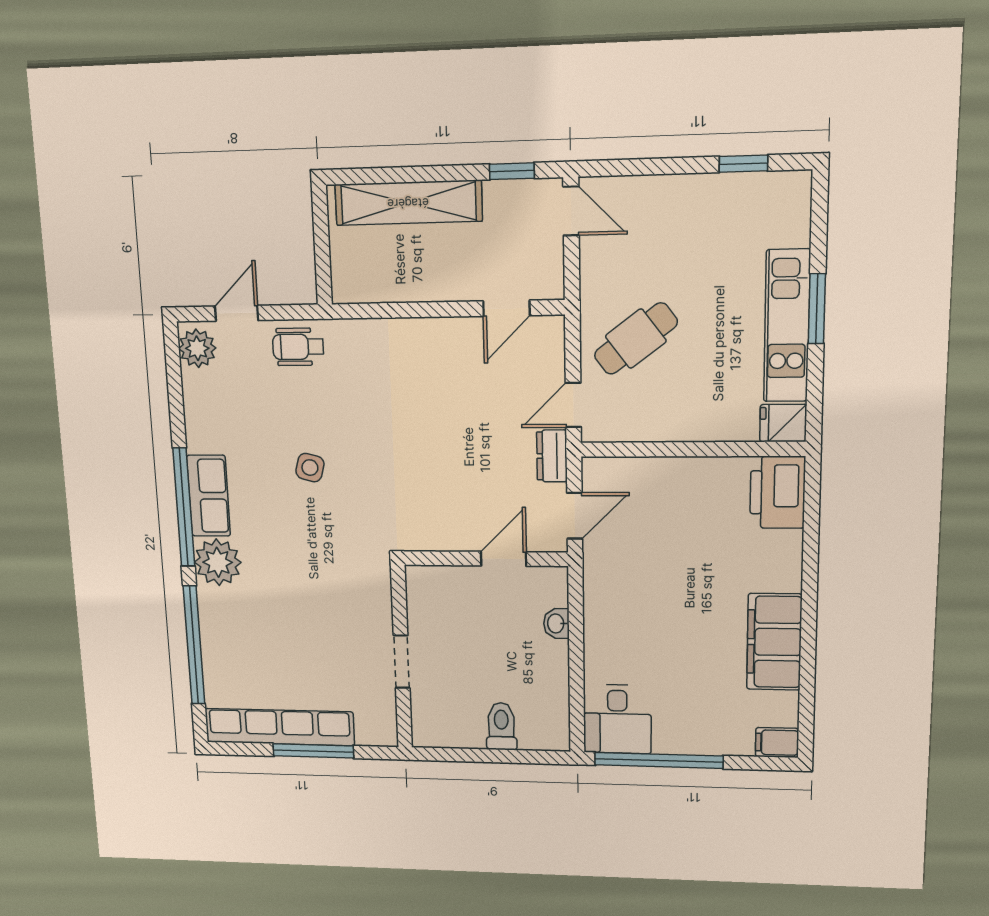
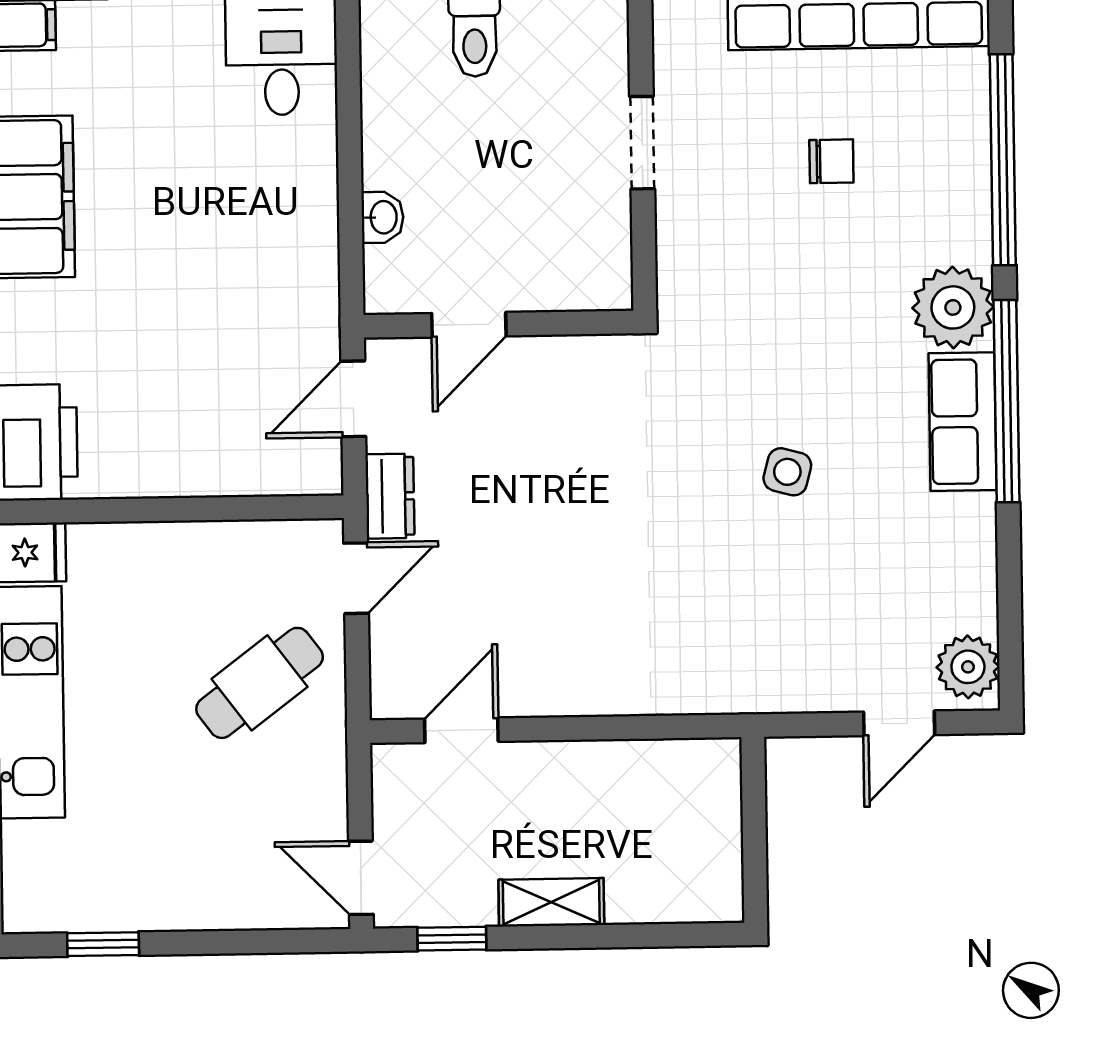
shelving: (408, 203) -> (551, 902), width x0.45, depth x0.75
wheelchair: (298, 347) -> (799, 669), removed
chair: (291, 648) -> (831, 161), added

